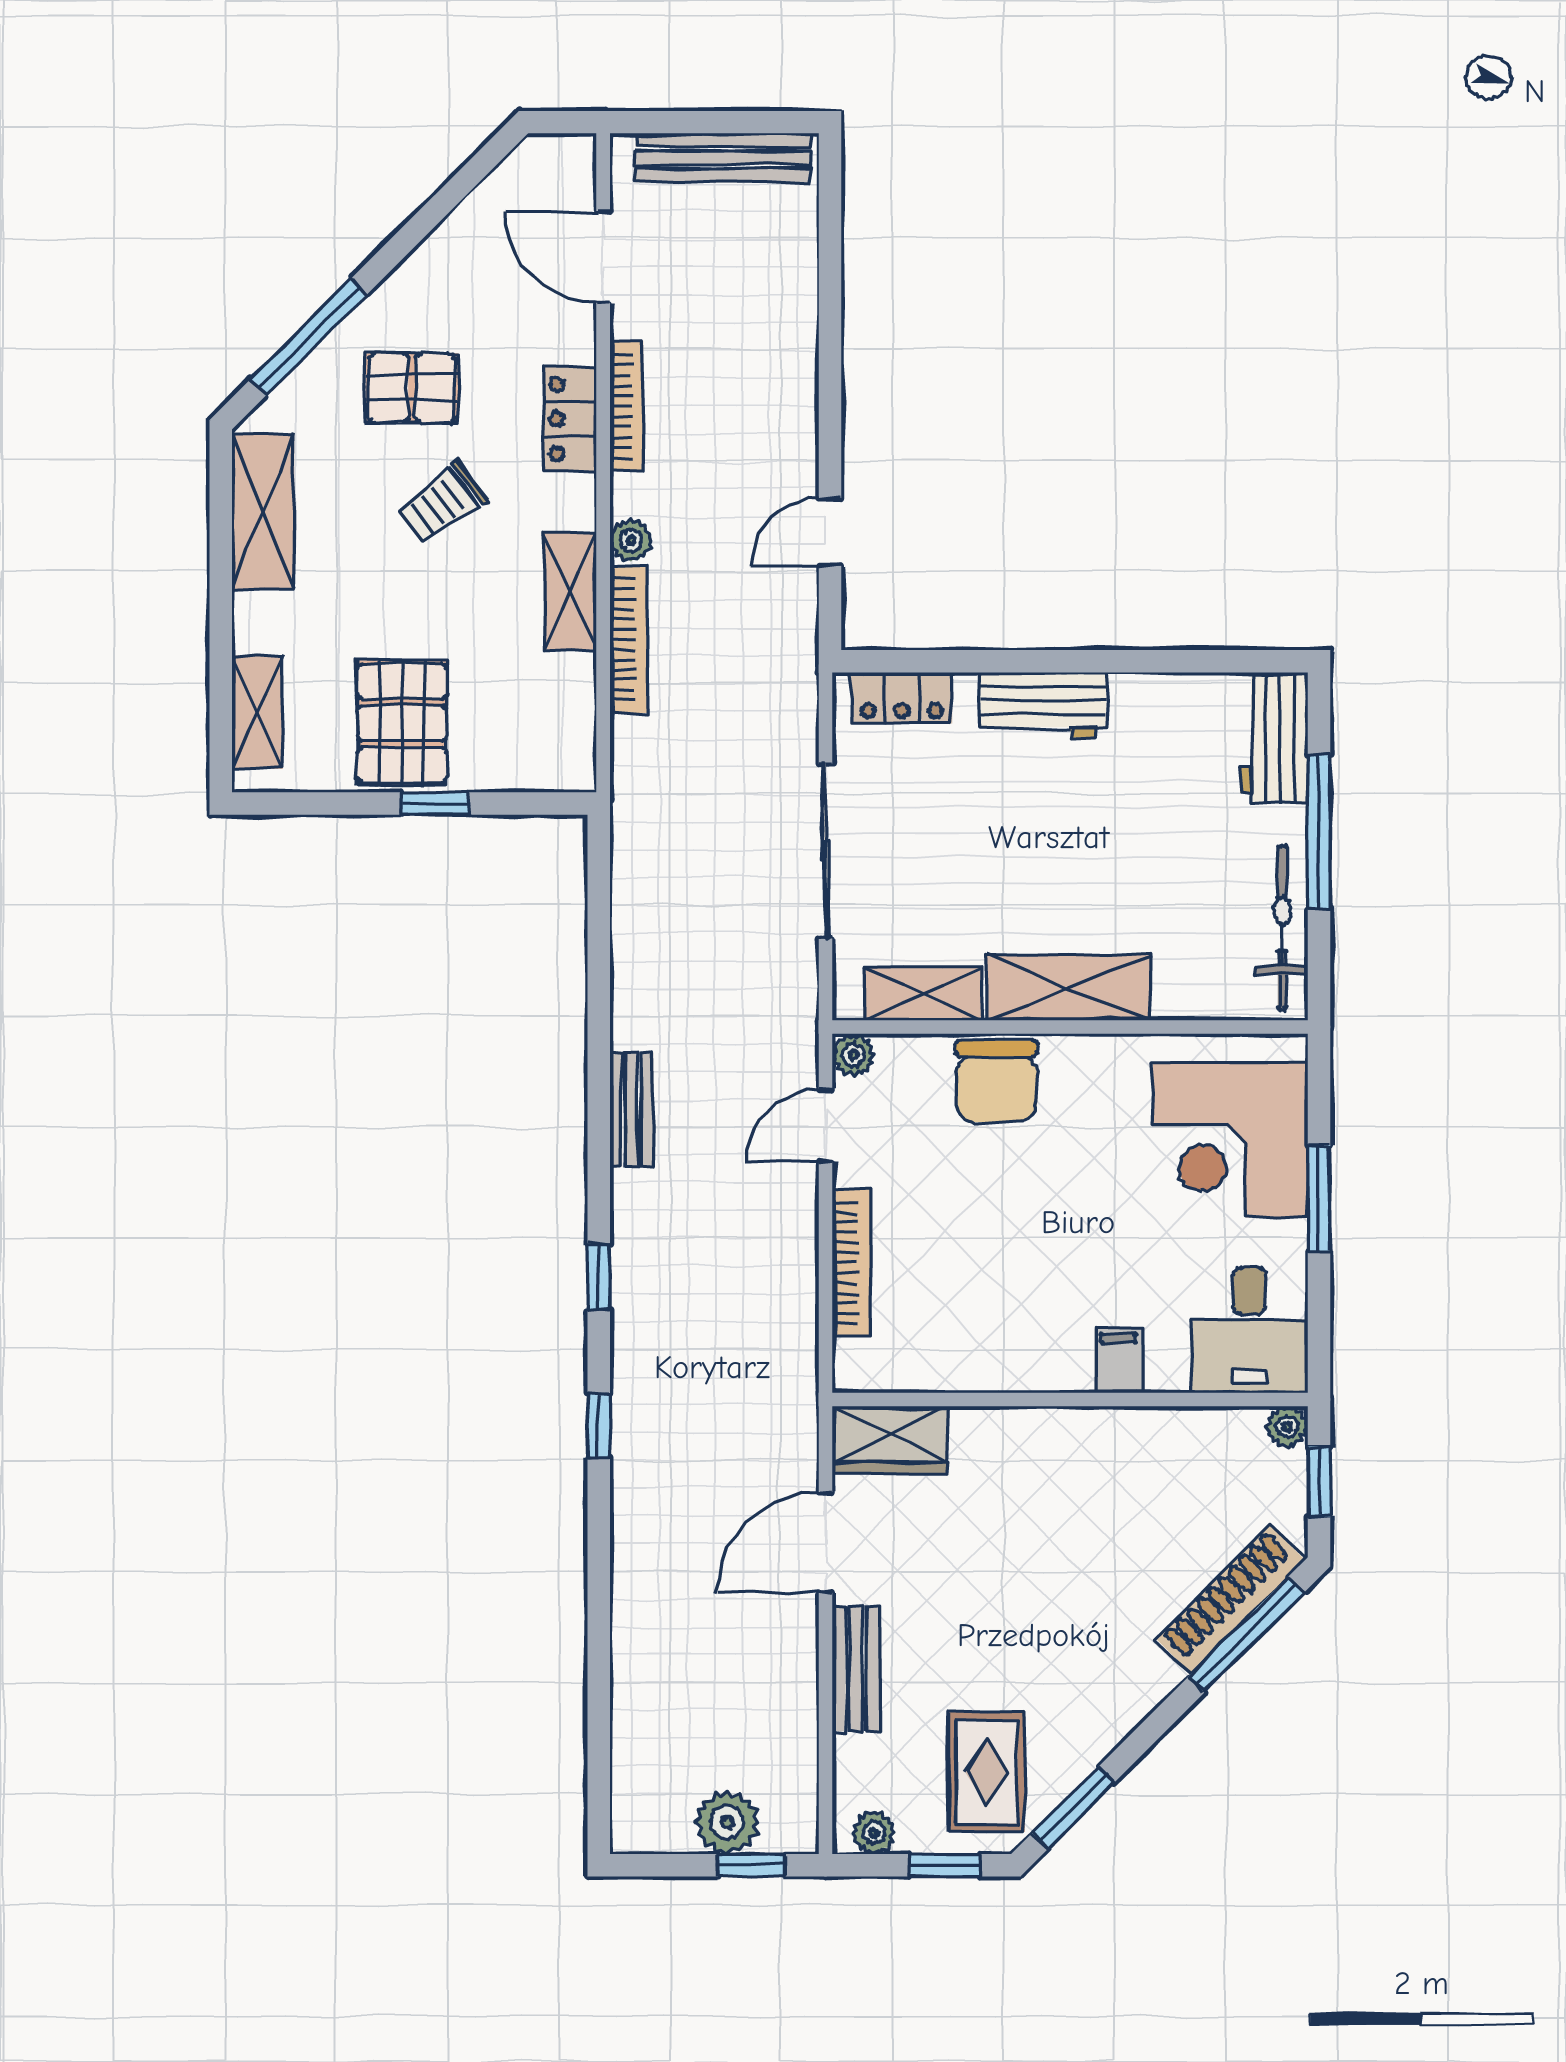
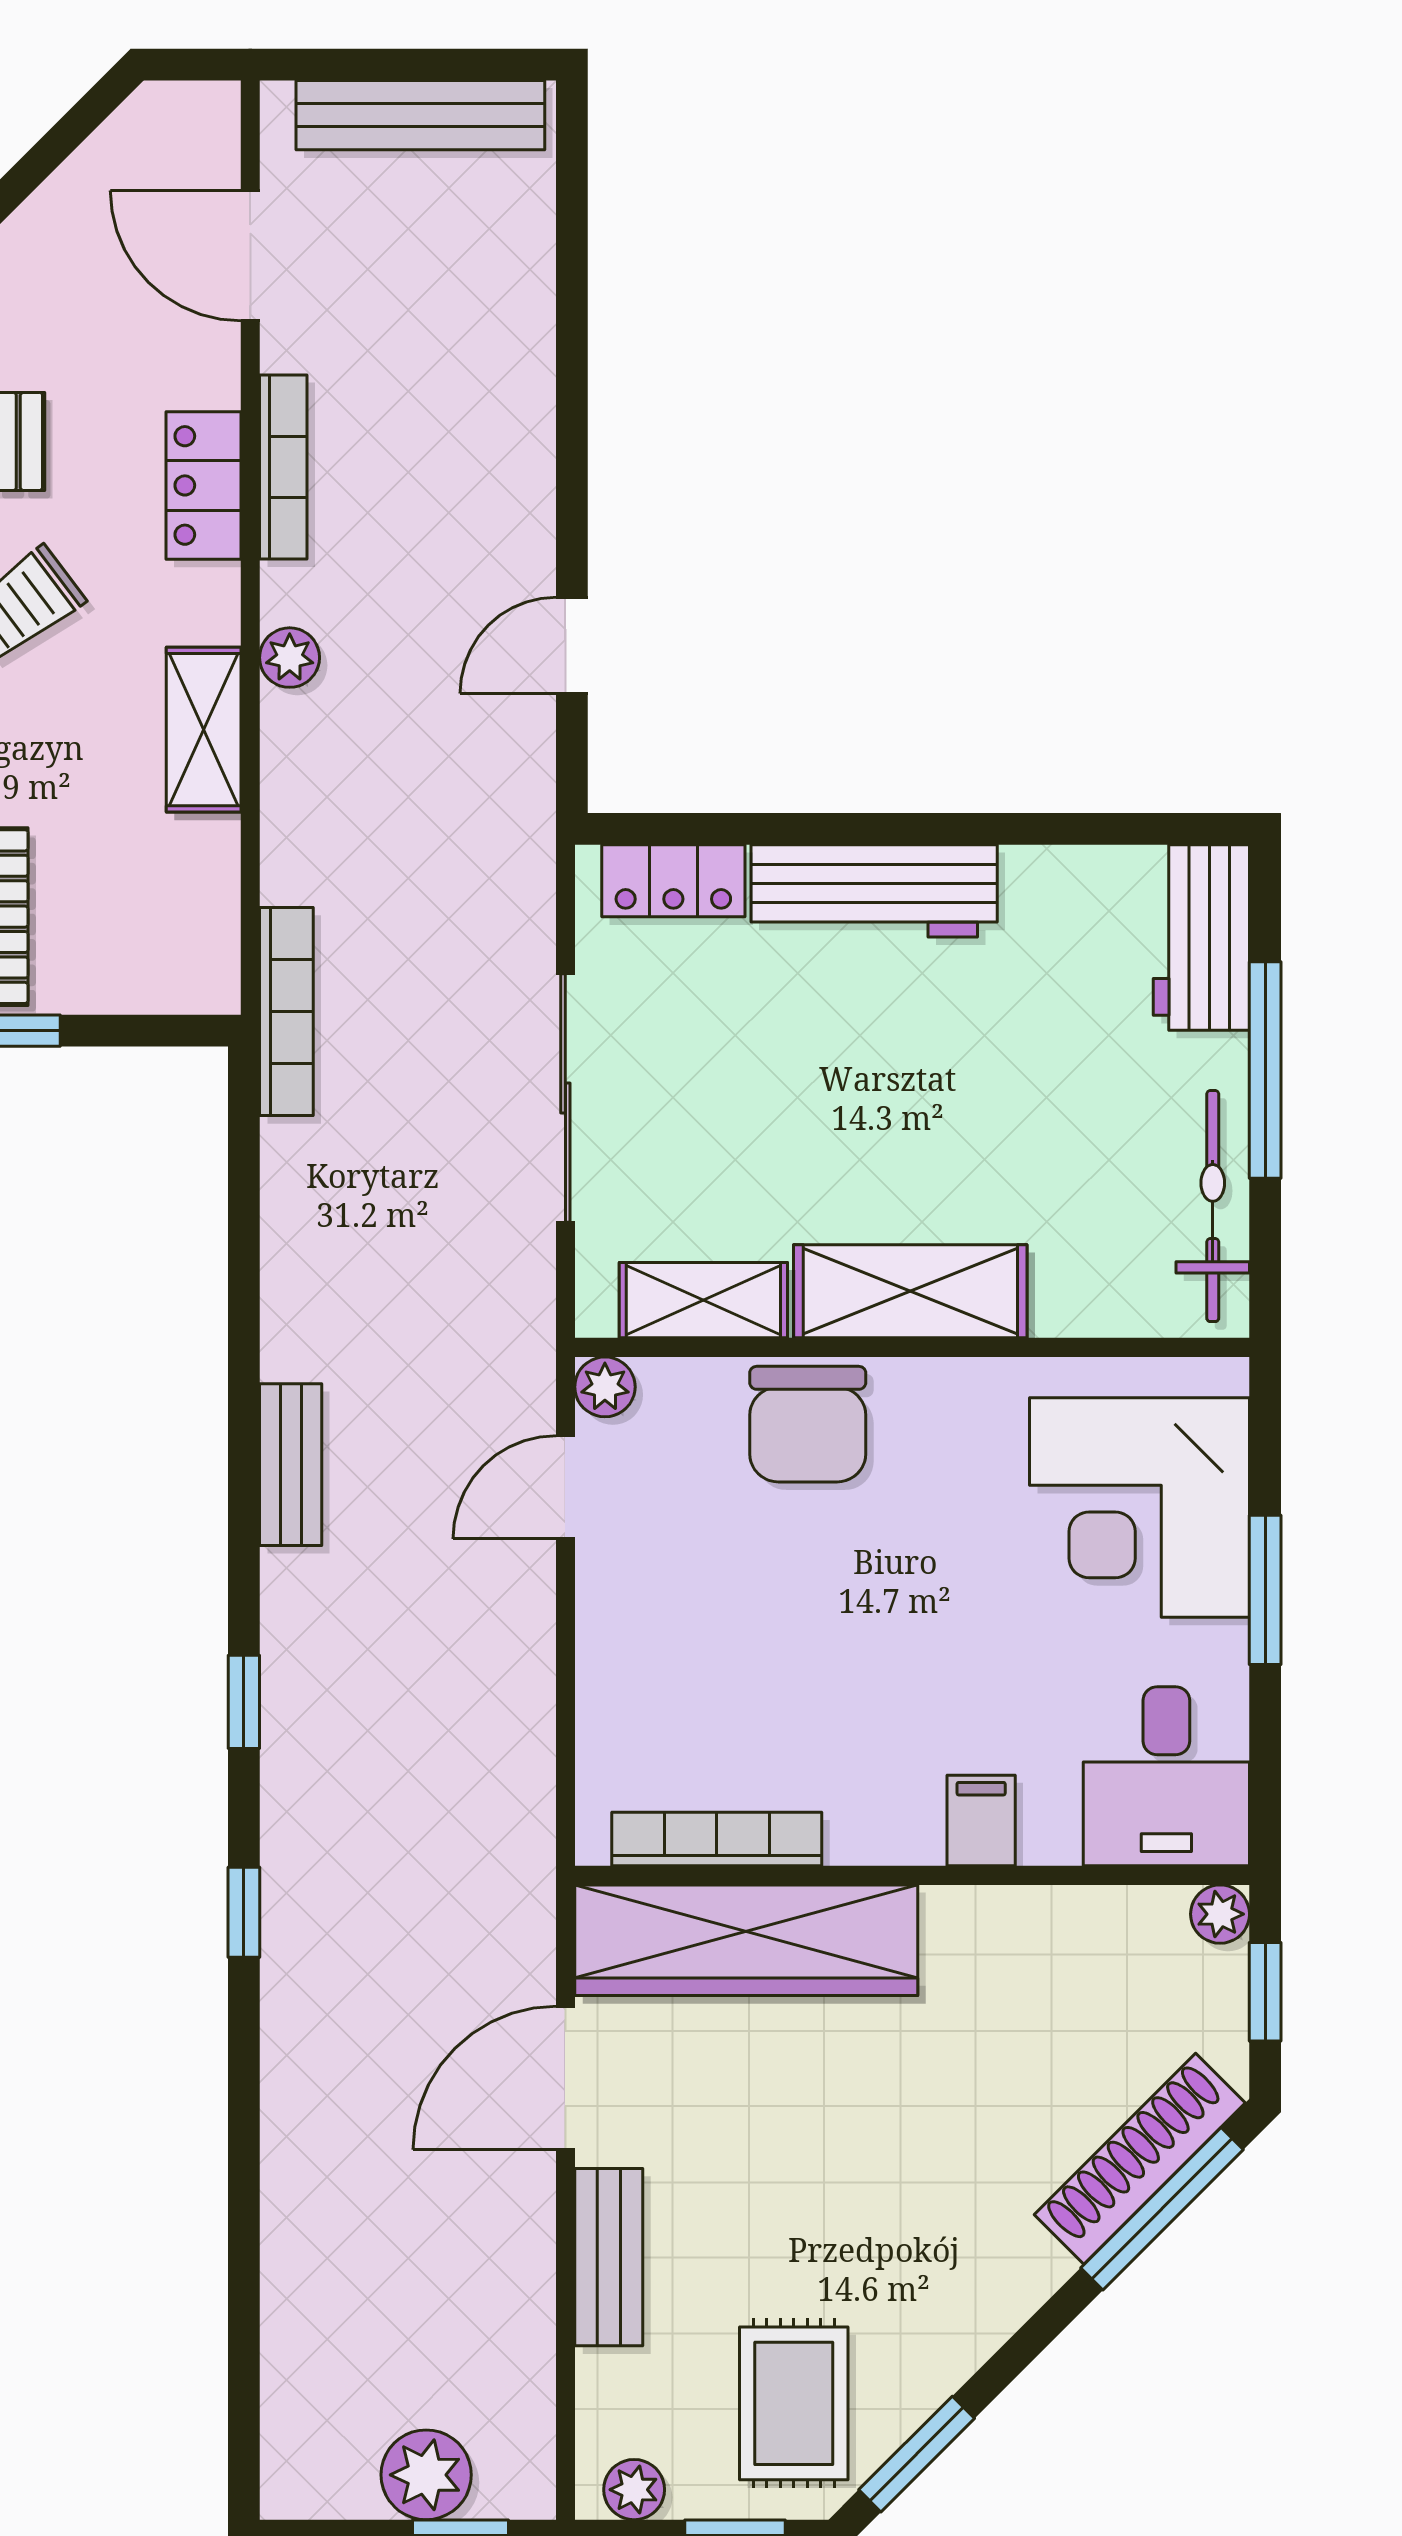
bookcase: (629, 639) -> (286, 1012), moved
workbench: (1043, 705) -> (874, 891), width x1.38
bookcase: (851, 1263) -> (717, 1839), moved, turned -90
wardrobe: (890, 1439) -> (746, 1940), width x2.10, depth x1.17

